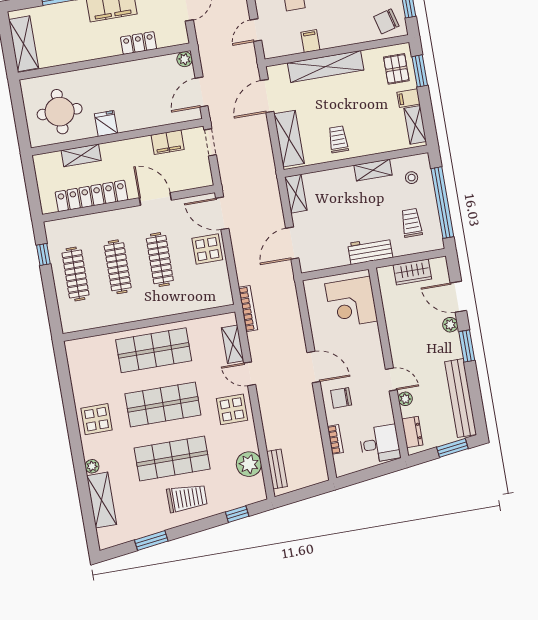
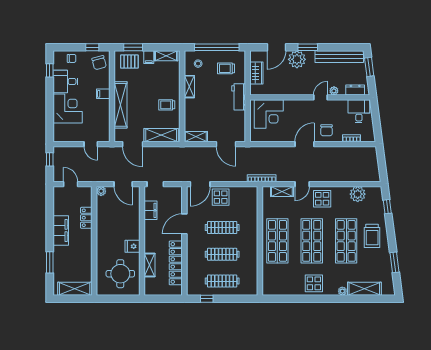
filing cabinet: (310, 41) -> (103, 94), moved
plant: (450, 325) -> (297, 59), width x1.88, depth x1.88
bench: (277, 469) -> (364, 177), removed
trolley: (187, 498) -> (372, 236), turned 180

